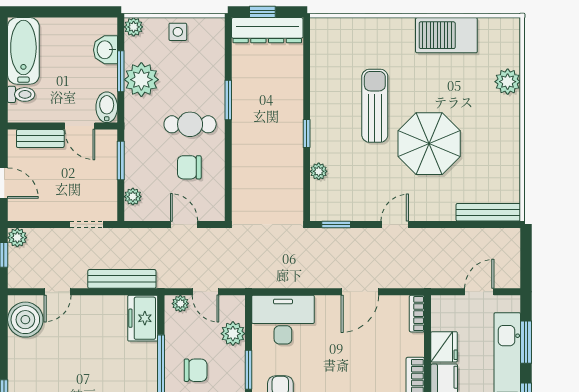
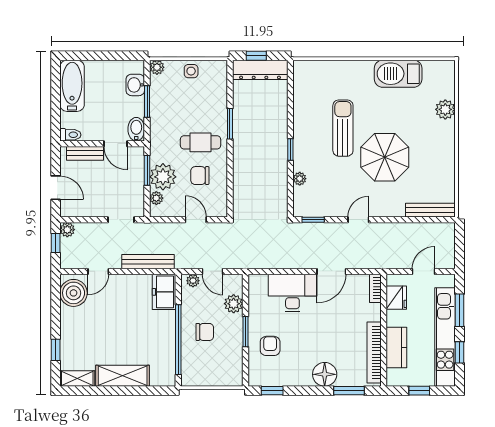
plant: (141, 80) -> (163, 177), moved
toilet: (21, 94) -> (70, 135), moved
desk: (283, 320) -> (292, 293), moved
fridge: (444, 347) -> (396, 298), moved

